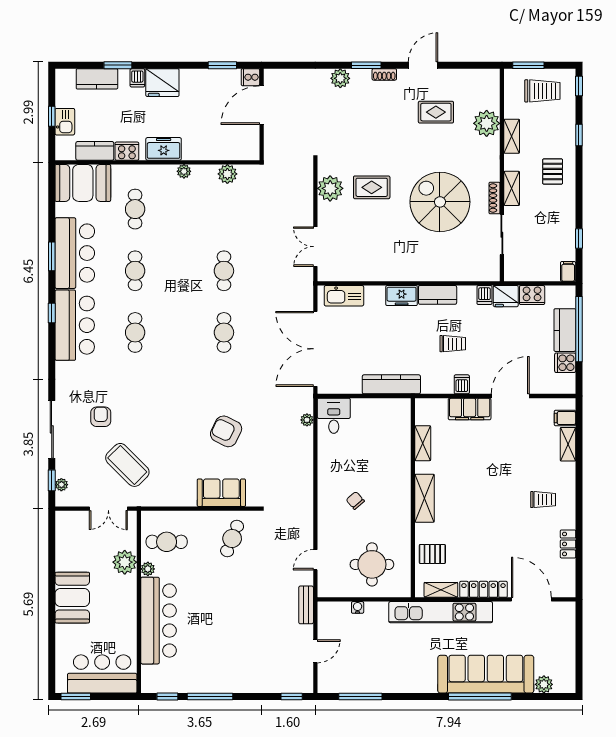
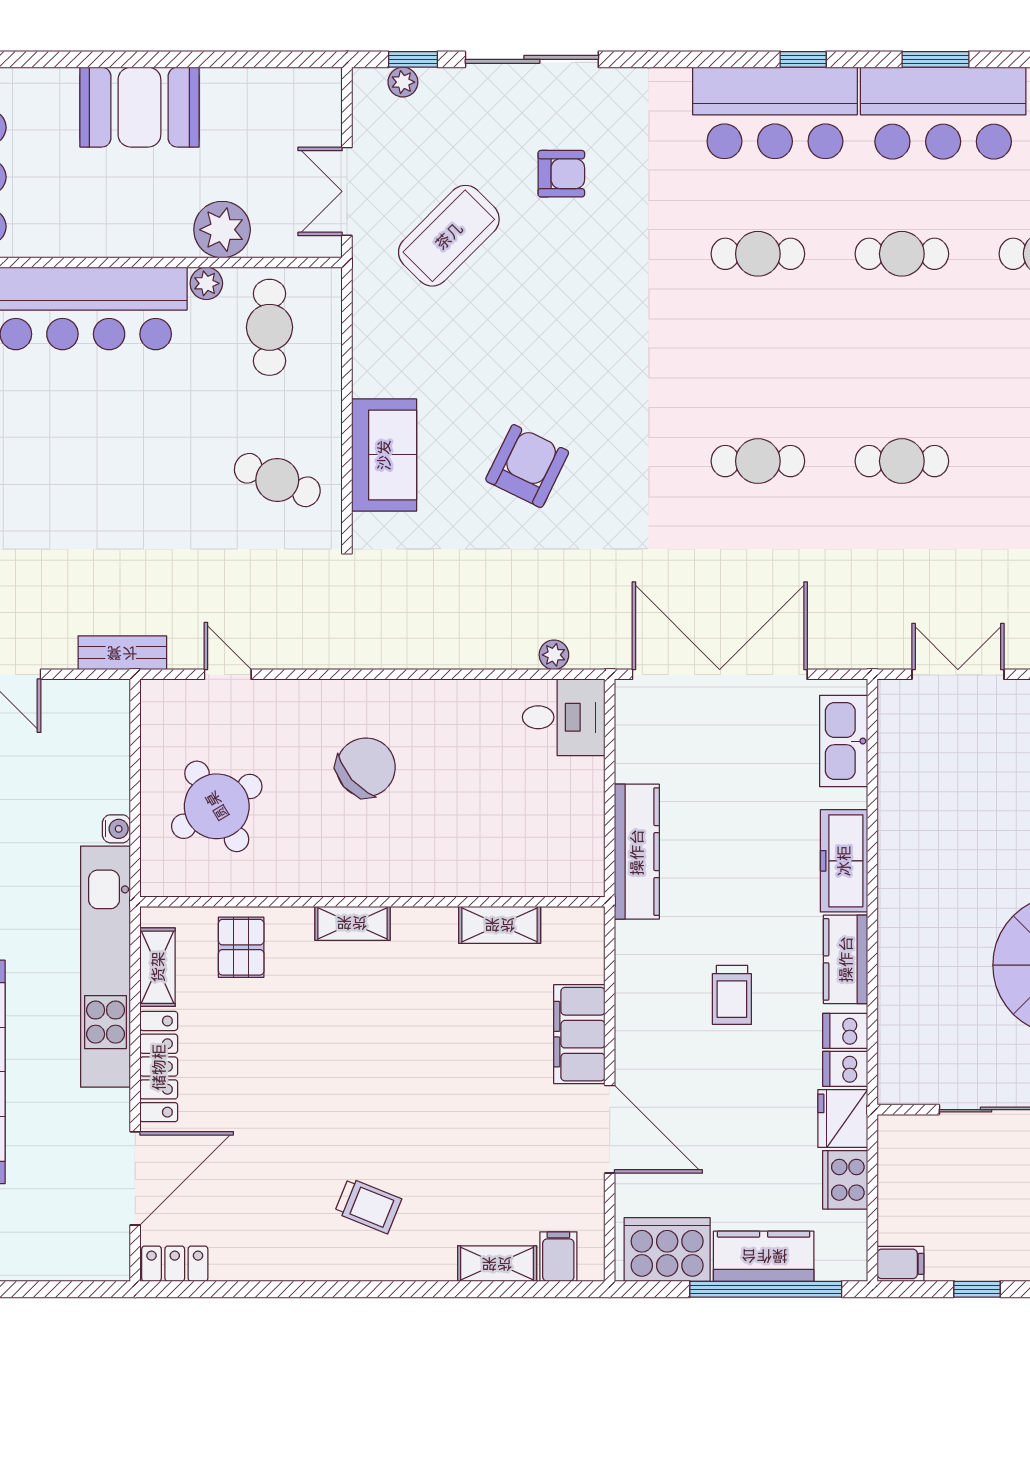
freezer: (402, 296) -> (844, 861), width x1.40
cooker: (565, 363) -> (667, 1250), width x1.87, depth x1.31
dishwasher: (462, 384) -> (845, 1031), moved, turned 180
shelving: (425, 498) -> (352, 923), width x0.67, depth x0.75
trolley: (543, 500) -> (368, 1206), turned -68
chair: (355, 501) -> (366, 767), width x1.87, depth x1.87
locker: (568, 544) -> (175, 1264), moved
round table: (372, 564) -> (217, 806), turned -31
water cooler: (358, 607) -> (116, 829), moved

